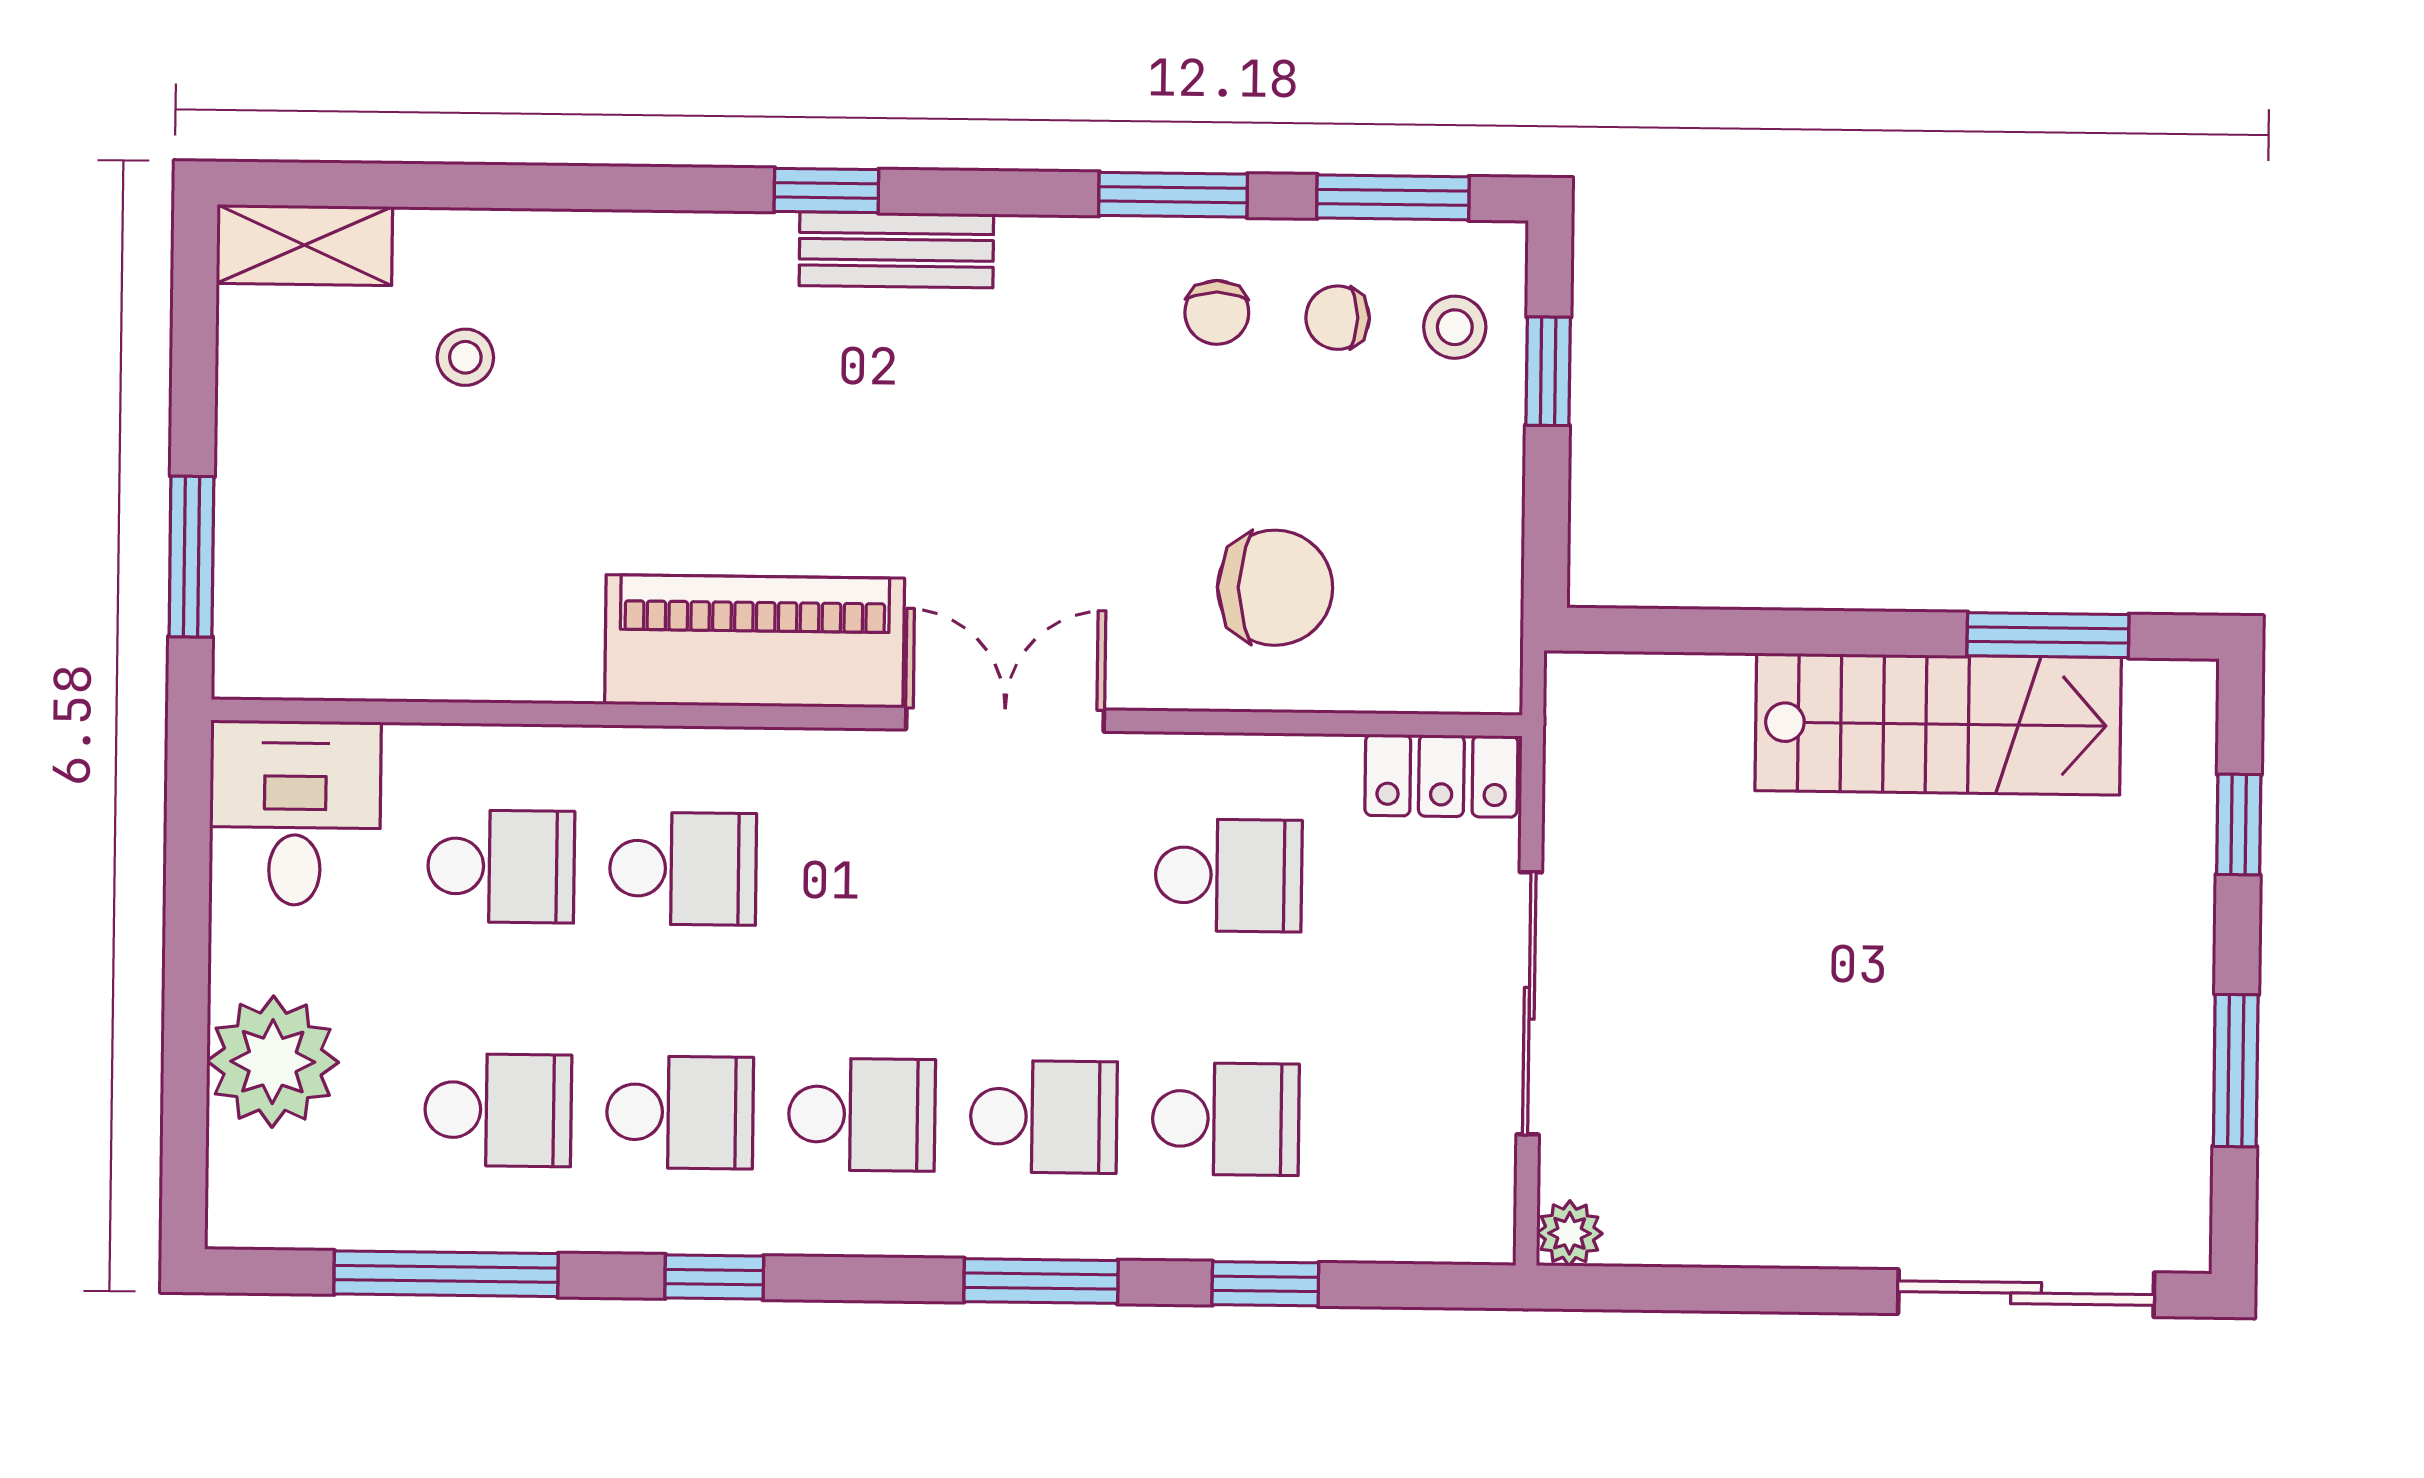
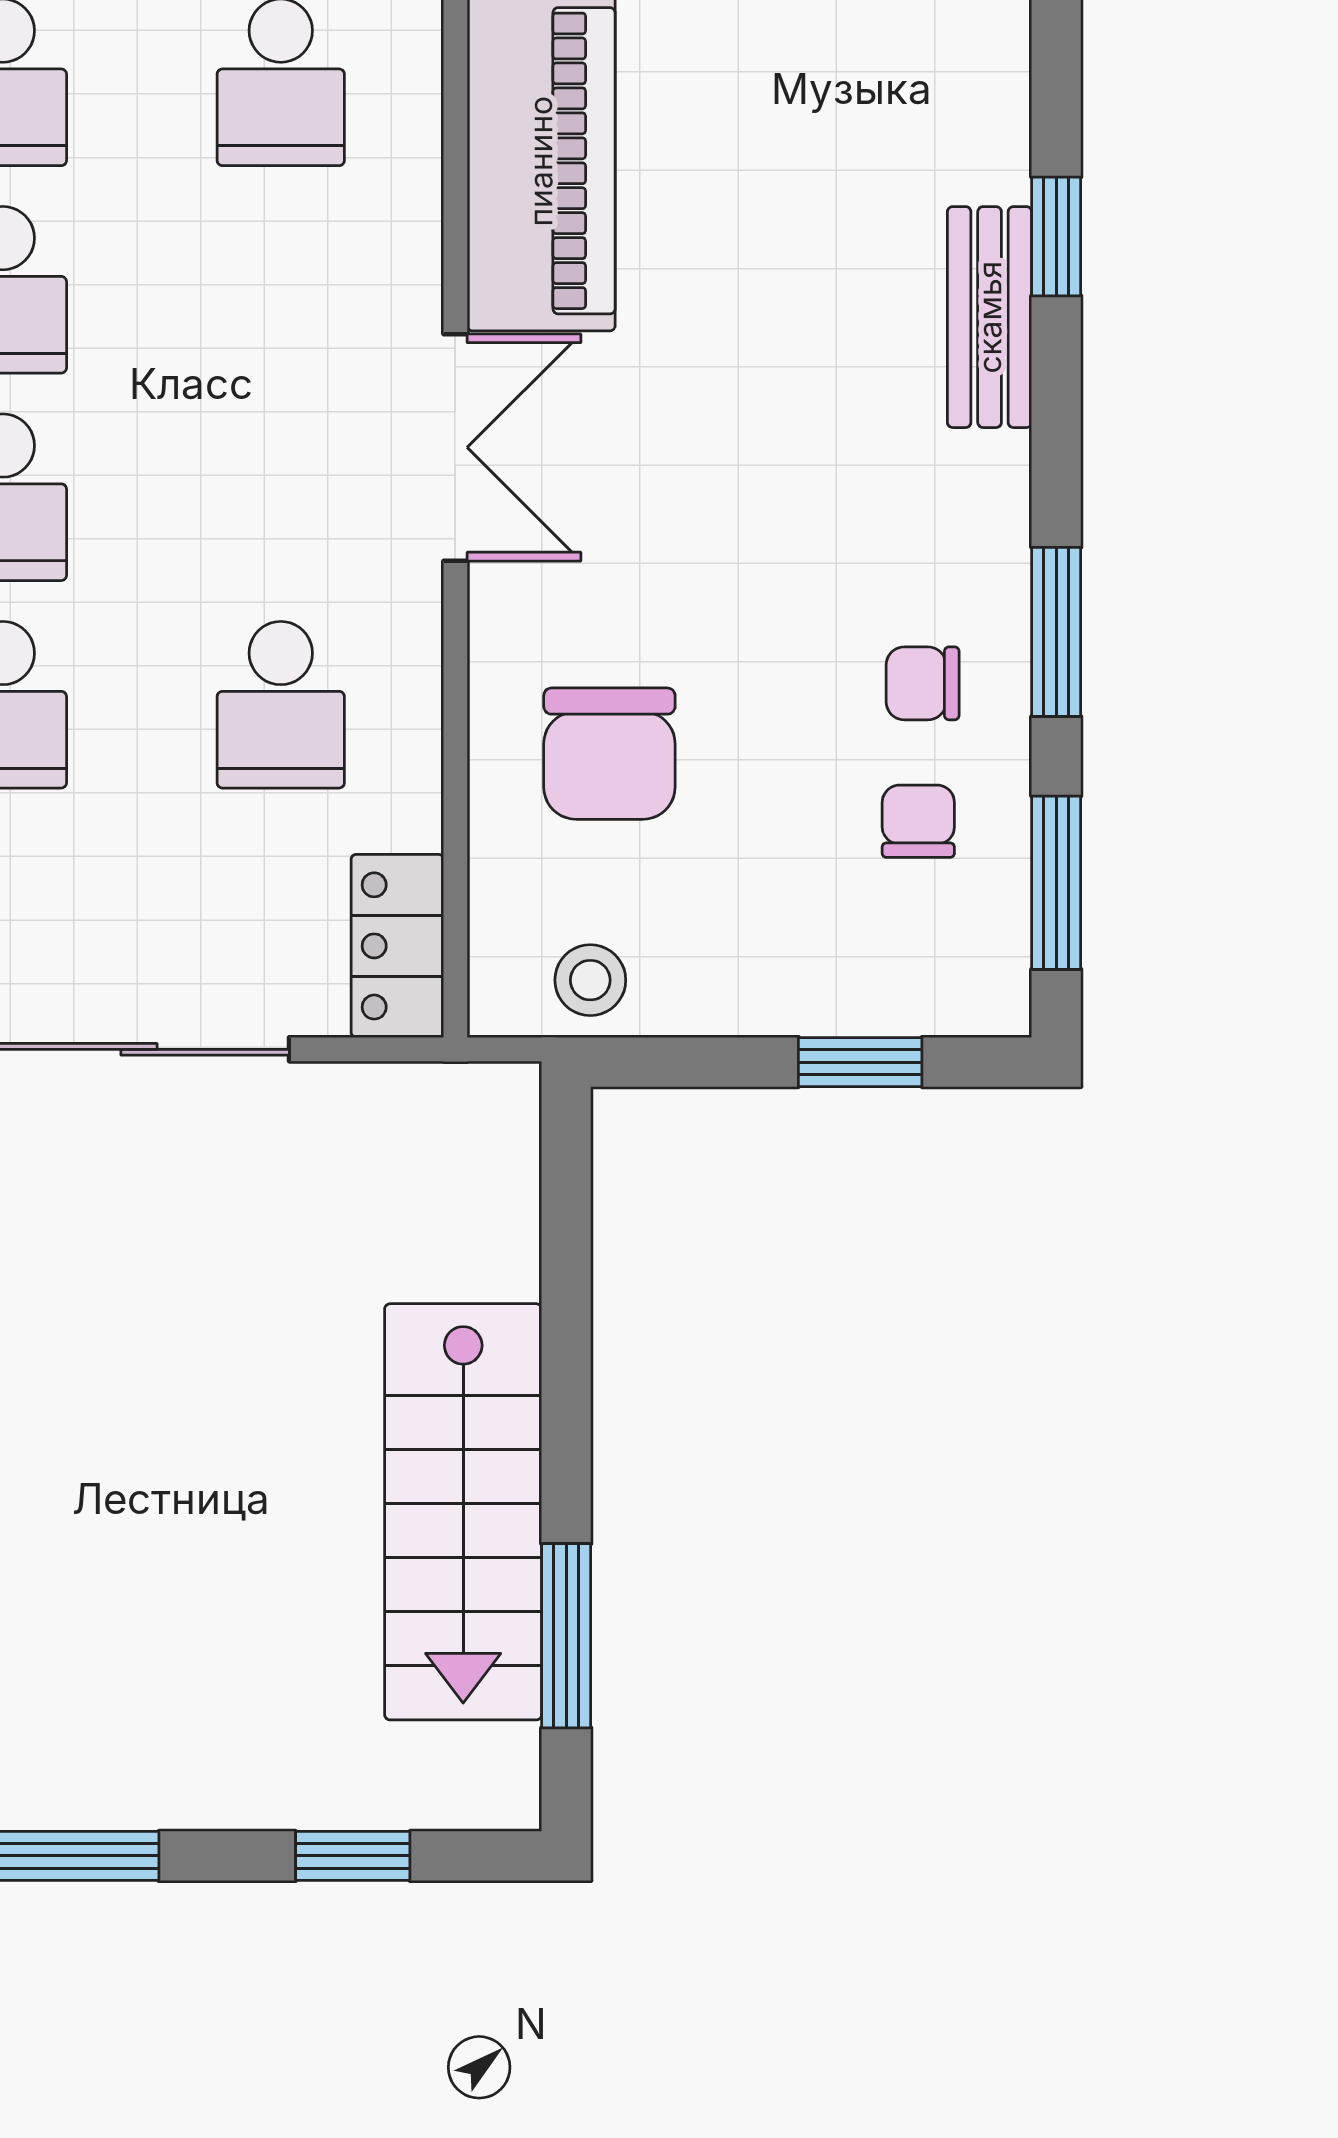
stool: (1455, 327) -> (590, 980), moved

